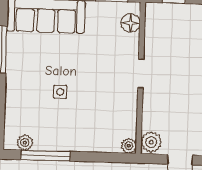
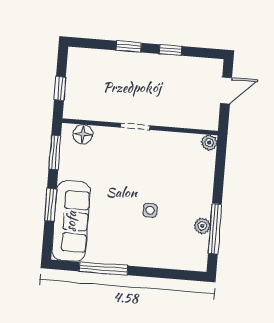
plant: (151, 142) -> (207, 119), removed
plant: (25, 143) -> (202, 226), moved

